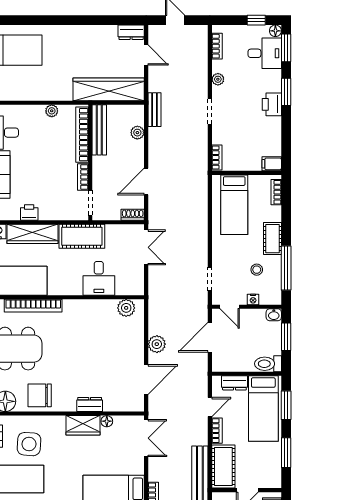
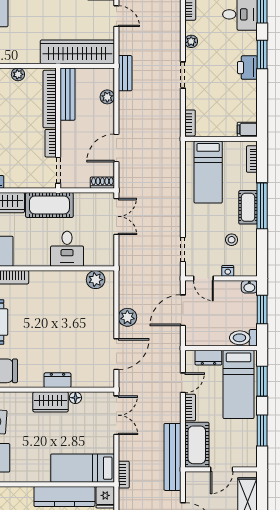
window: (286, 268) -> (262, 206), moved

